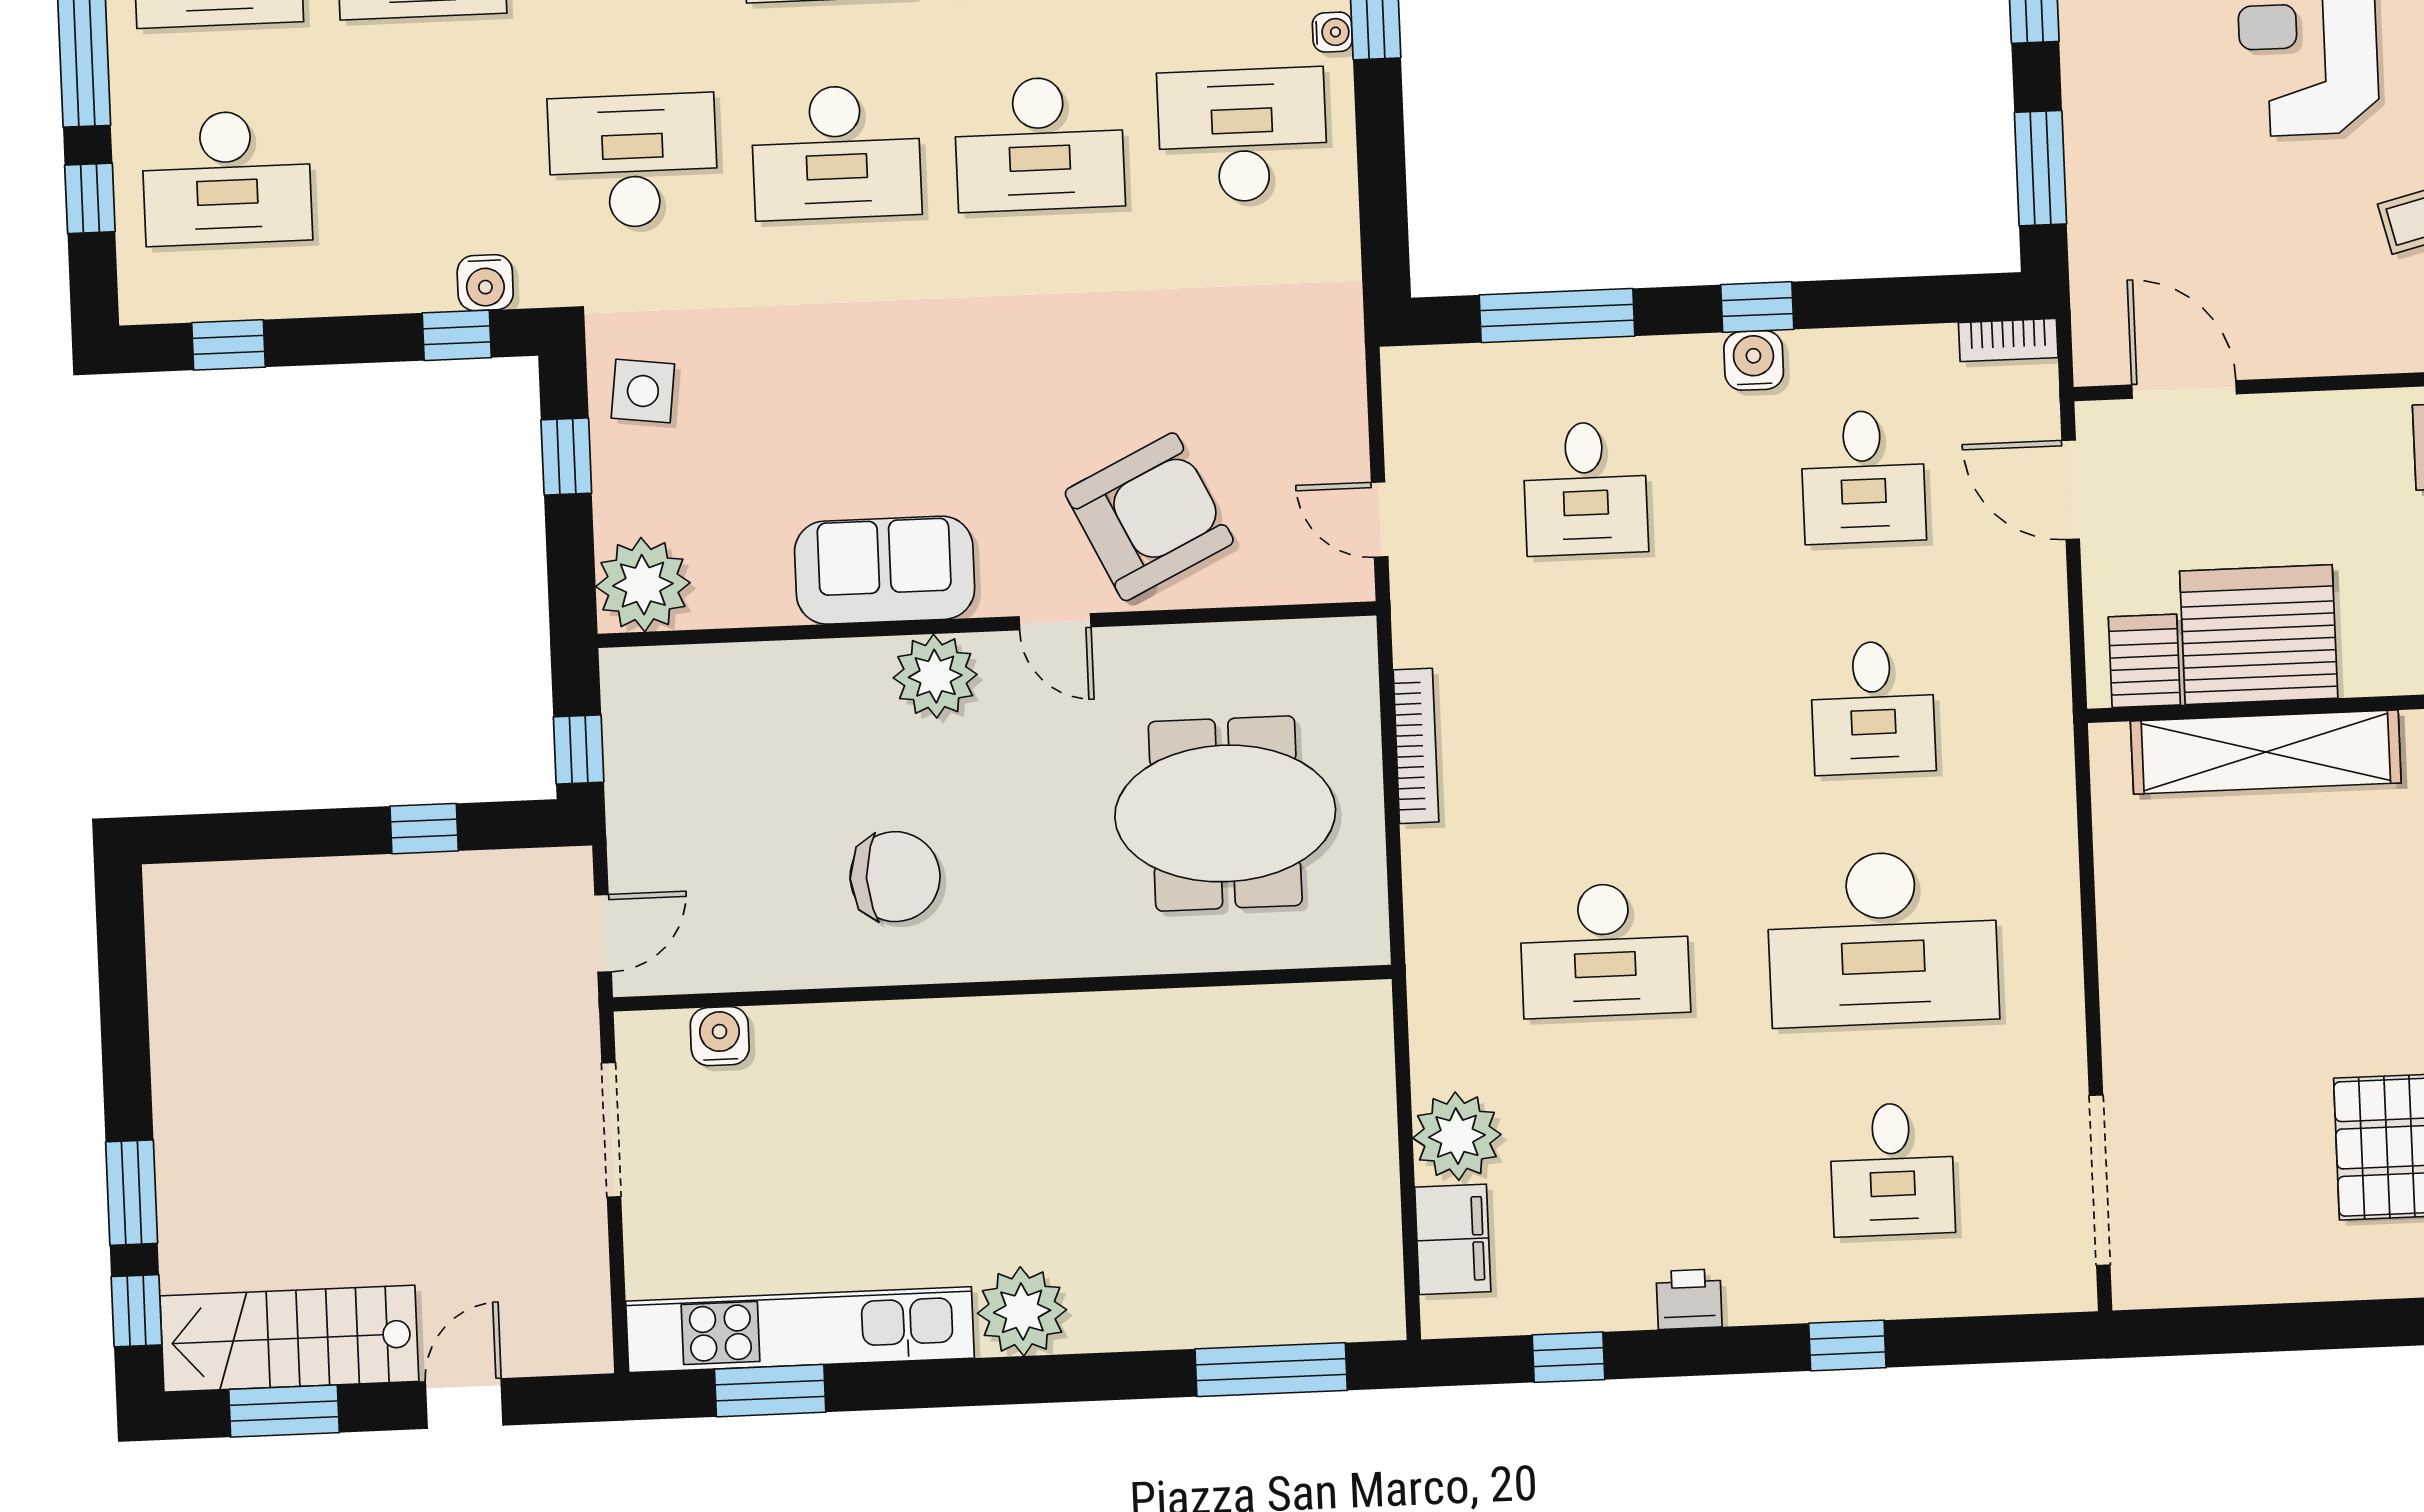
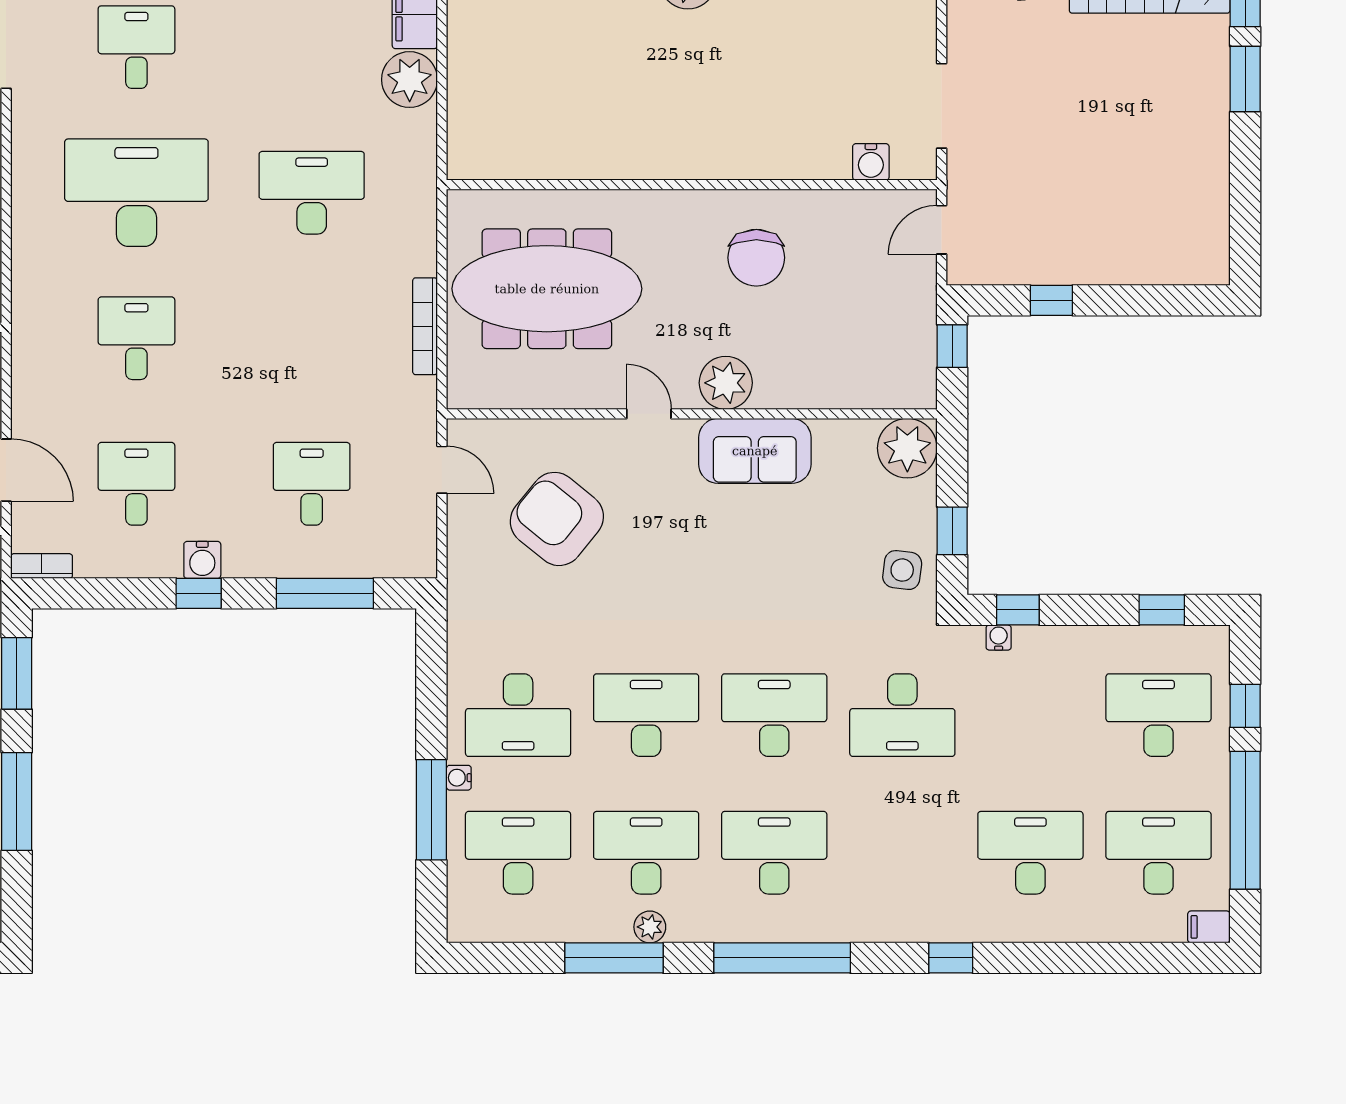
water cooler: (485, 283) -> (999, 638), width x0.72, depth x0.72
armchair: (1149, 517) -> (557, 519), moved, turned 65
meeting table: (1225, 813) -> (547, 289), width x1.36
chair: (895, 877) -> (756, 258), turned -90

